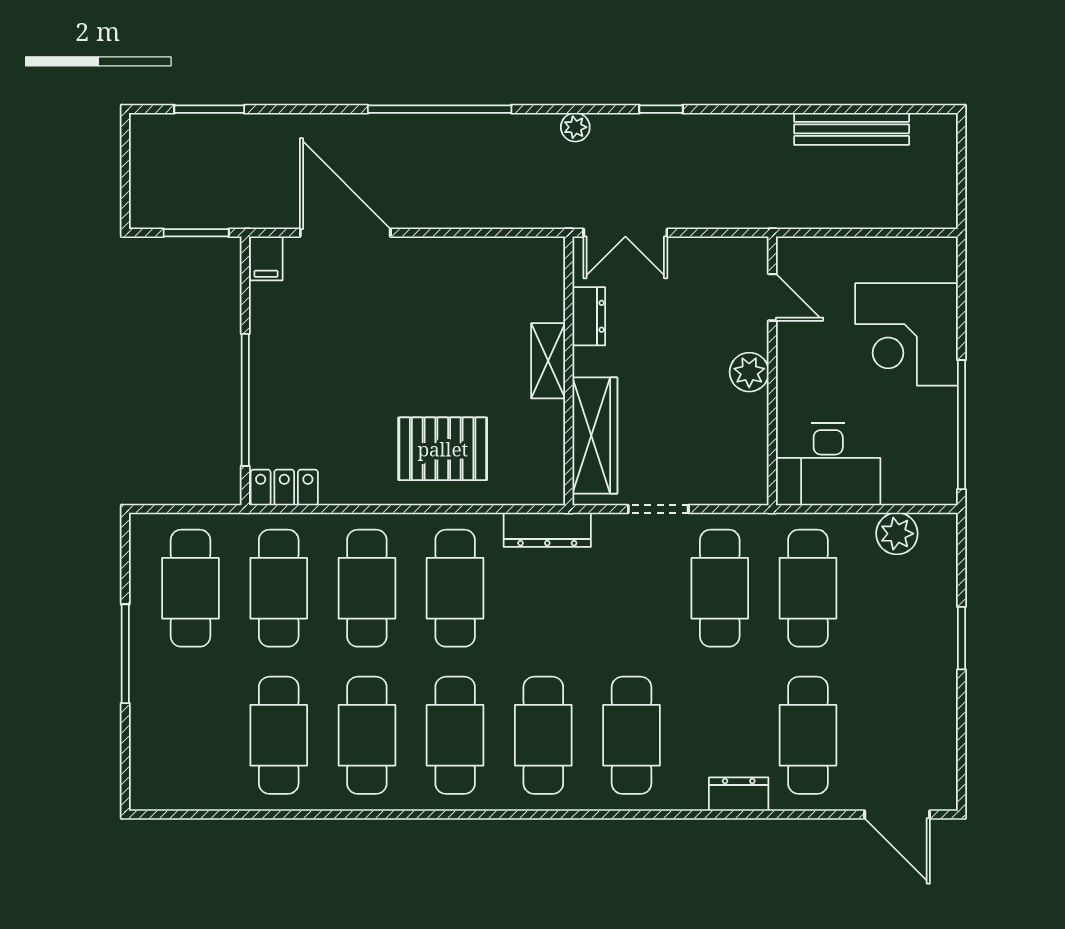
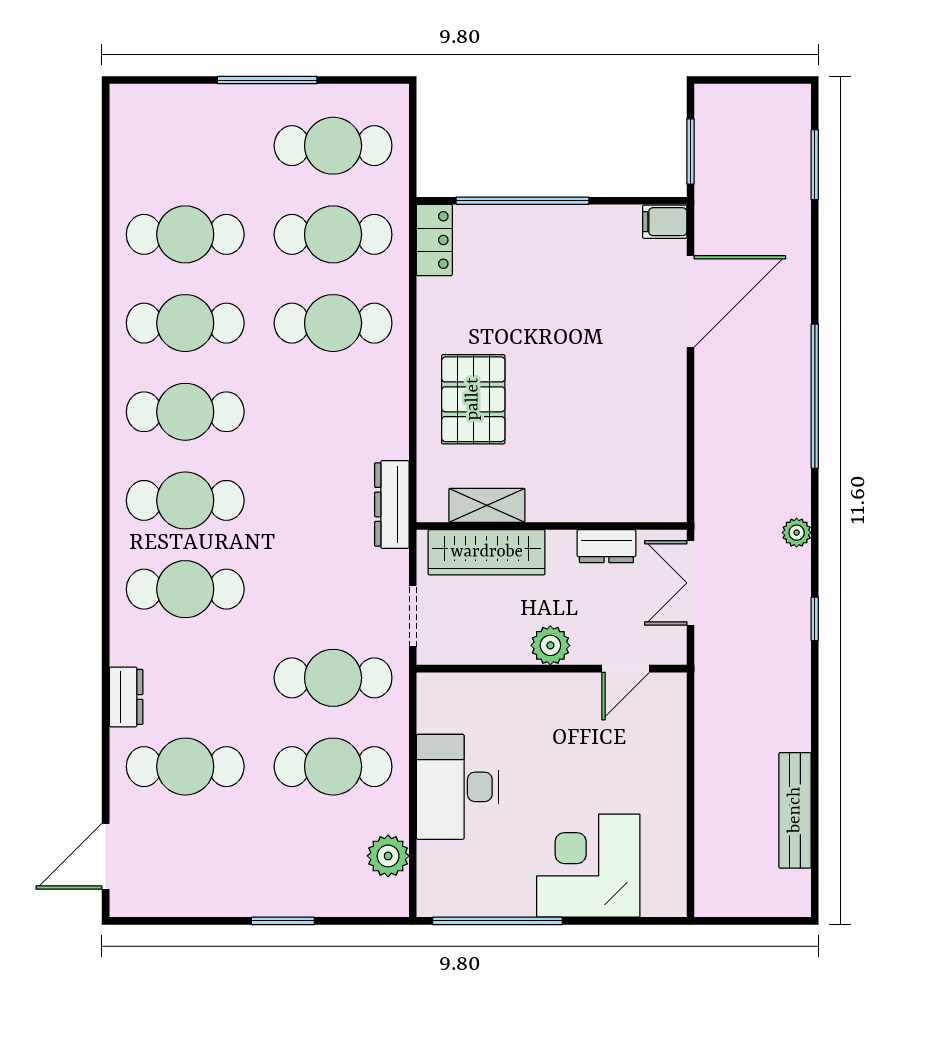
door: (772, 297) -> (626, 669), moved
shelving: (548, 361) -> (487, 505), moved
wall: (772, 371) -> (552, 669), moved
plant: (749, 372) -> (550, 645), moved
cafe table: (455, 588) -> (333, 412), removed

